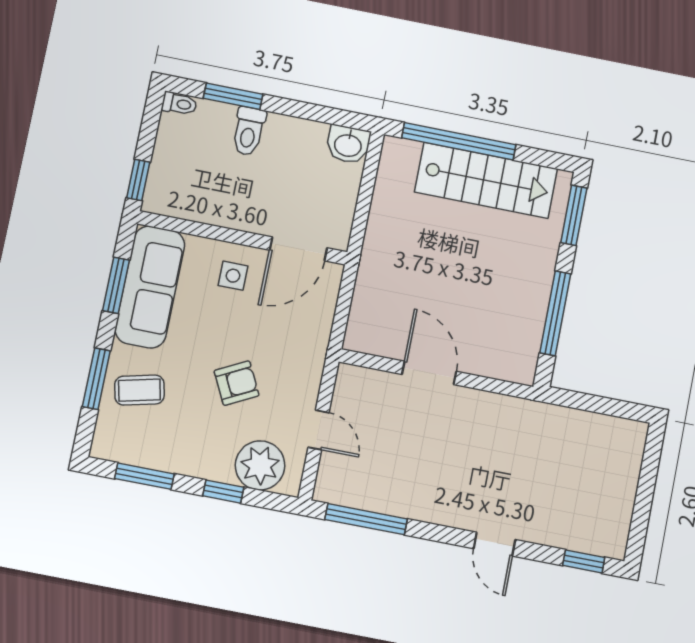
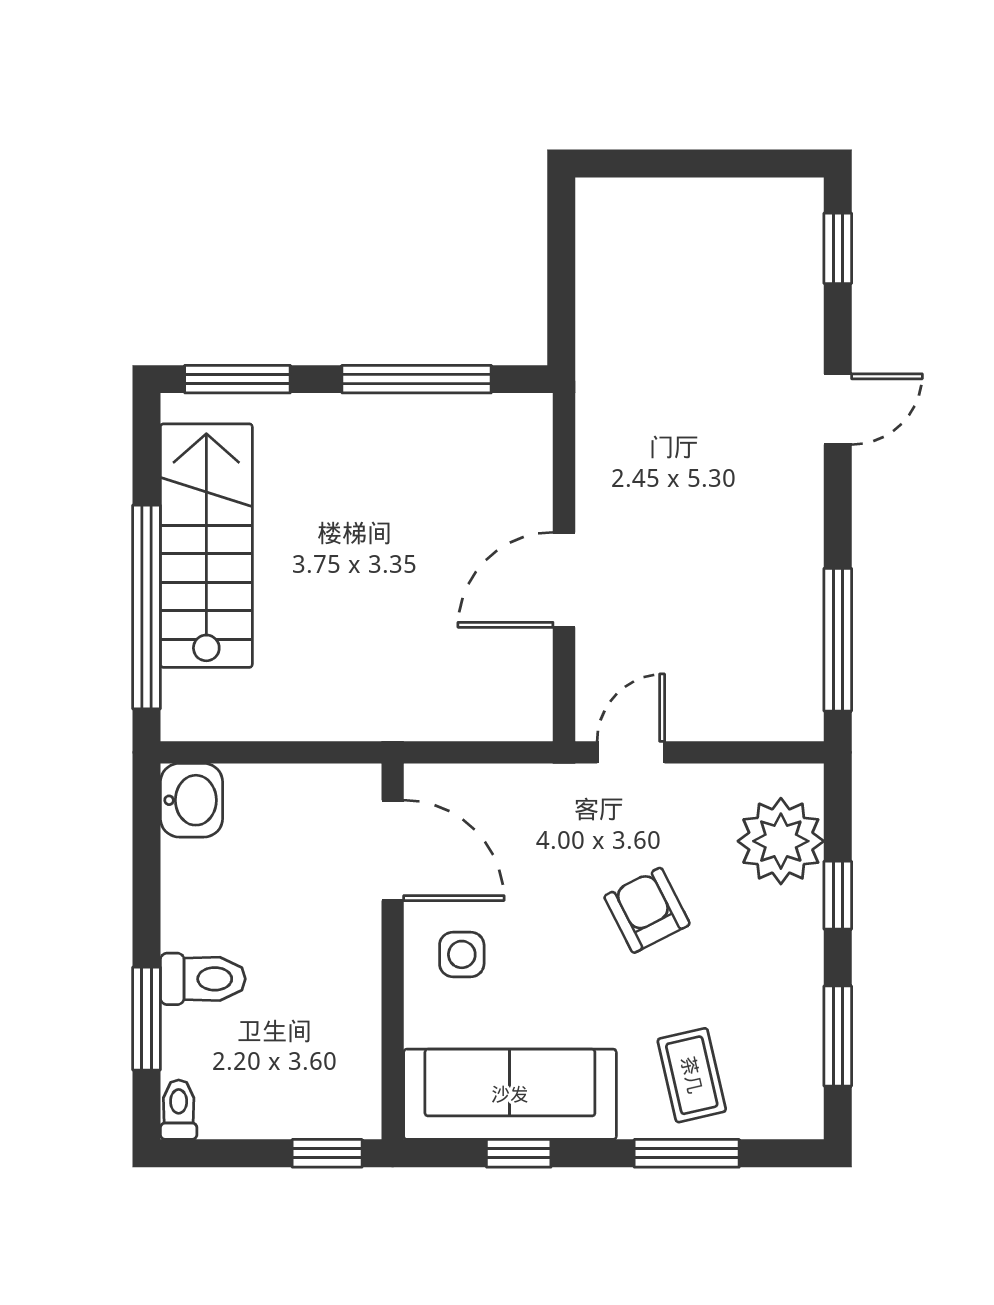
window: (116, 285) -> (519, 1153), width x0.67
door: (319, 430) -> (631, 752), moved

